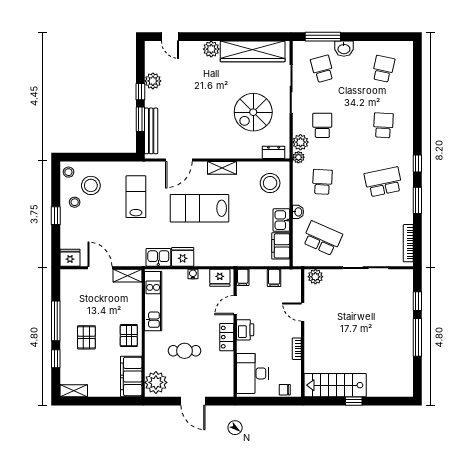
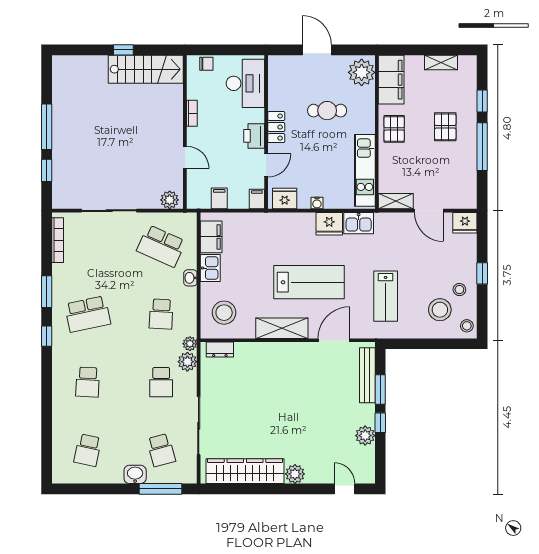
spiral stairs: (253, 112) -> (244, 398), removed
shelving: (222, 168) -> (282, 328), width x1.50, depth x1.33
shelving: (74, 391) -> (441, 62), moved

